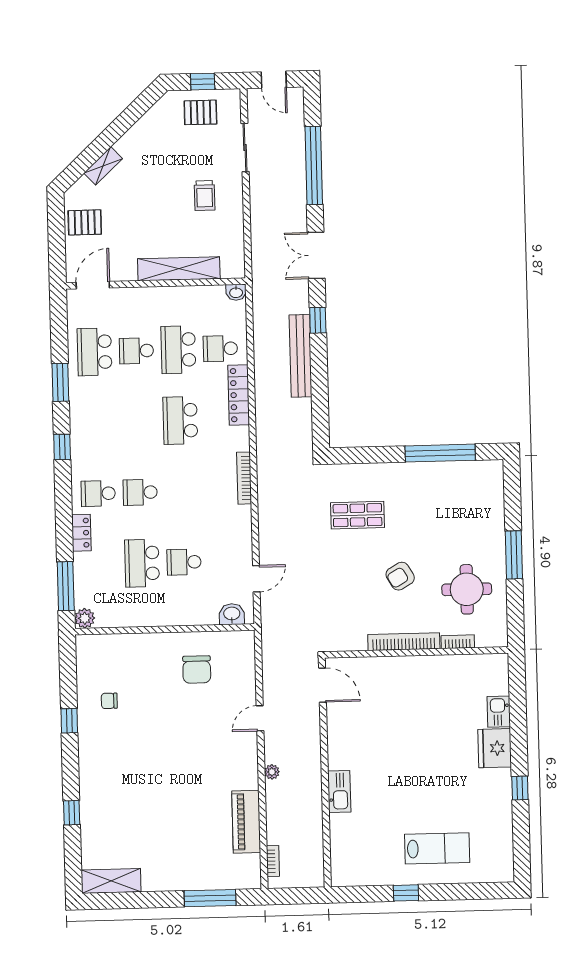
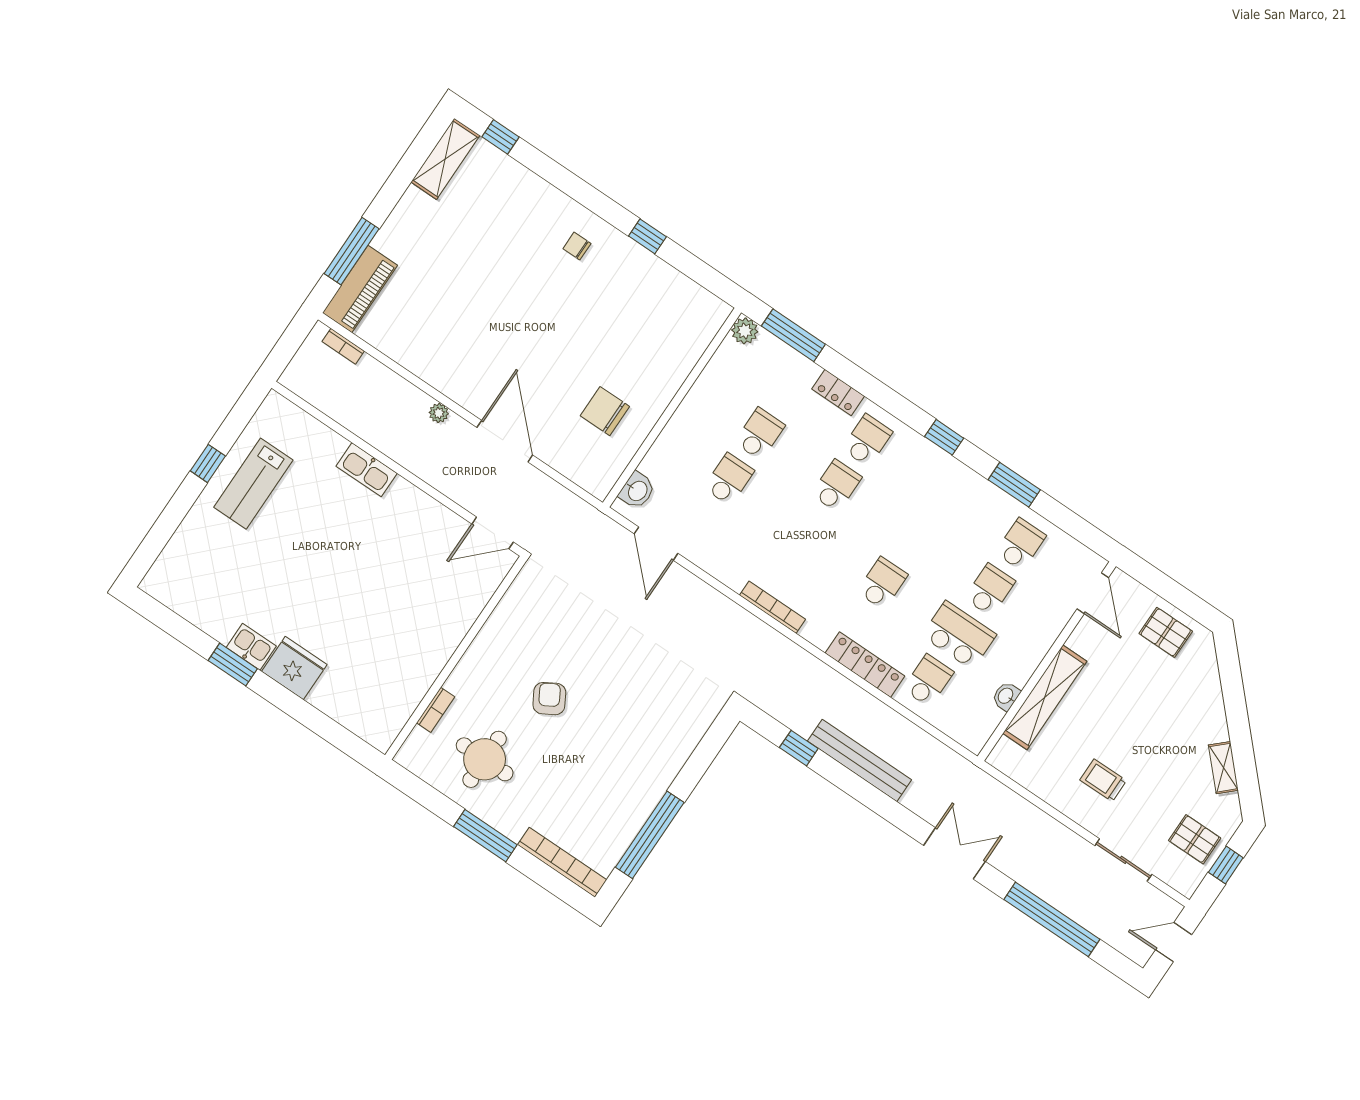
pallet: (200, 112) -> (1195, 839), turned 90
shelving: (103, 166) -> (1223, 768), moved
pallet: (85, 222) -> (1166, 632), turned 90
washbasin: (236, 292) -> (1006, 696), moved
window: (318, 320) -> (799, 748), moved
school desk: (95, 352) -> (1021, 544), width x0.54
school desk: (180, 420) -> (882, 583), width x0.54
shop shelf: (357, 515) -> (647, 700), removed
school desk: (142, 563) -> (760, 434), width x0.54
door: (256, 579) -> (656, 544), width x1.38
bookcase: (404, 642) -> (562, 862), moved, turned -90
chair: (109, 701) -> (577, 246), moved, turned -90
kitchen sink: (499, 712) -> (251, 647), moved
door: (260, 718) -> (505, 441), width x1.88
window: (520, 788) -> (233, 665), width x1.50
window: (72, 813) -> (500, 137), moved
piano: (246, 822) -> (360, 289), moved, turned 90
lab bench: (437, 848) -> (253, 484), moved

